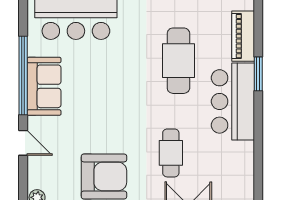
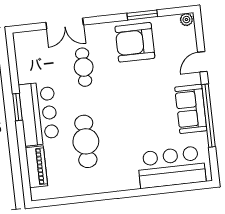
window: (258, 74) -> (17, 107), moved
door: (23, 143) -> (202, 62), hinge flipped

